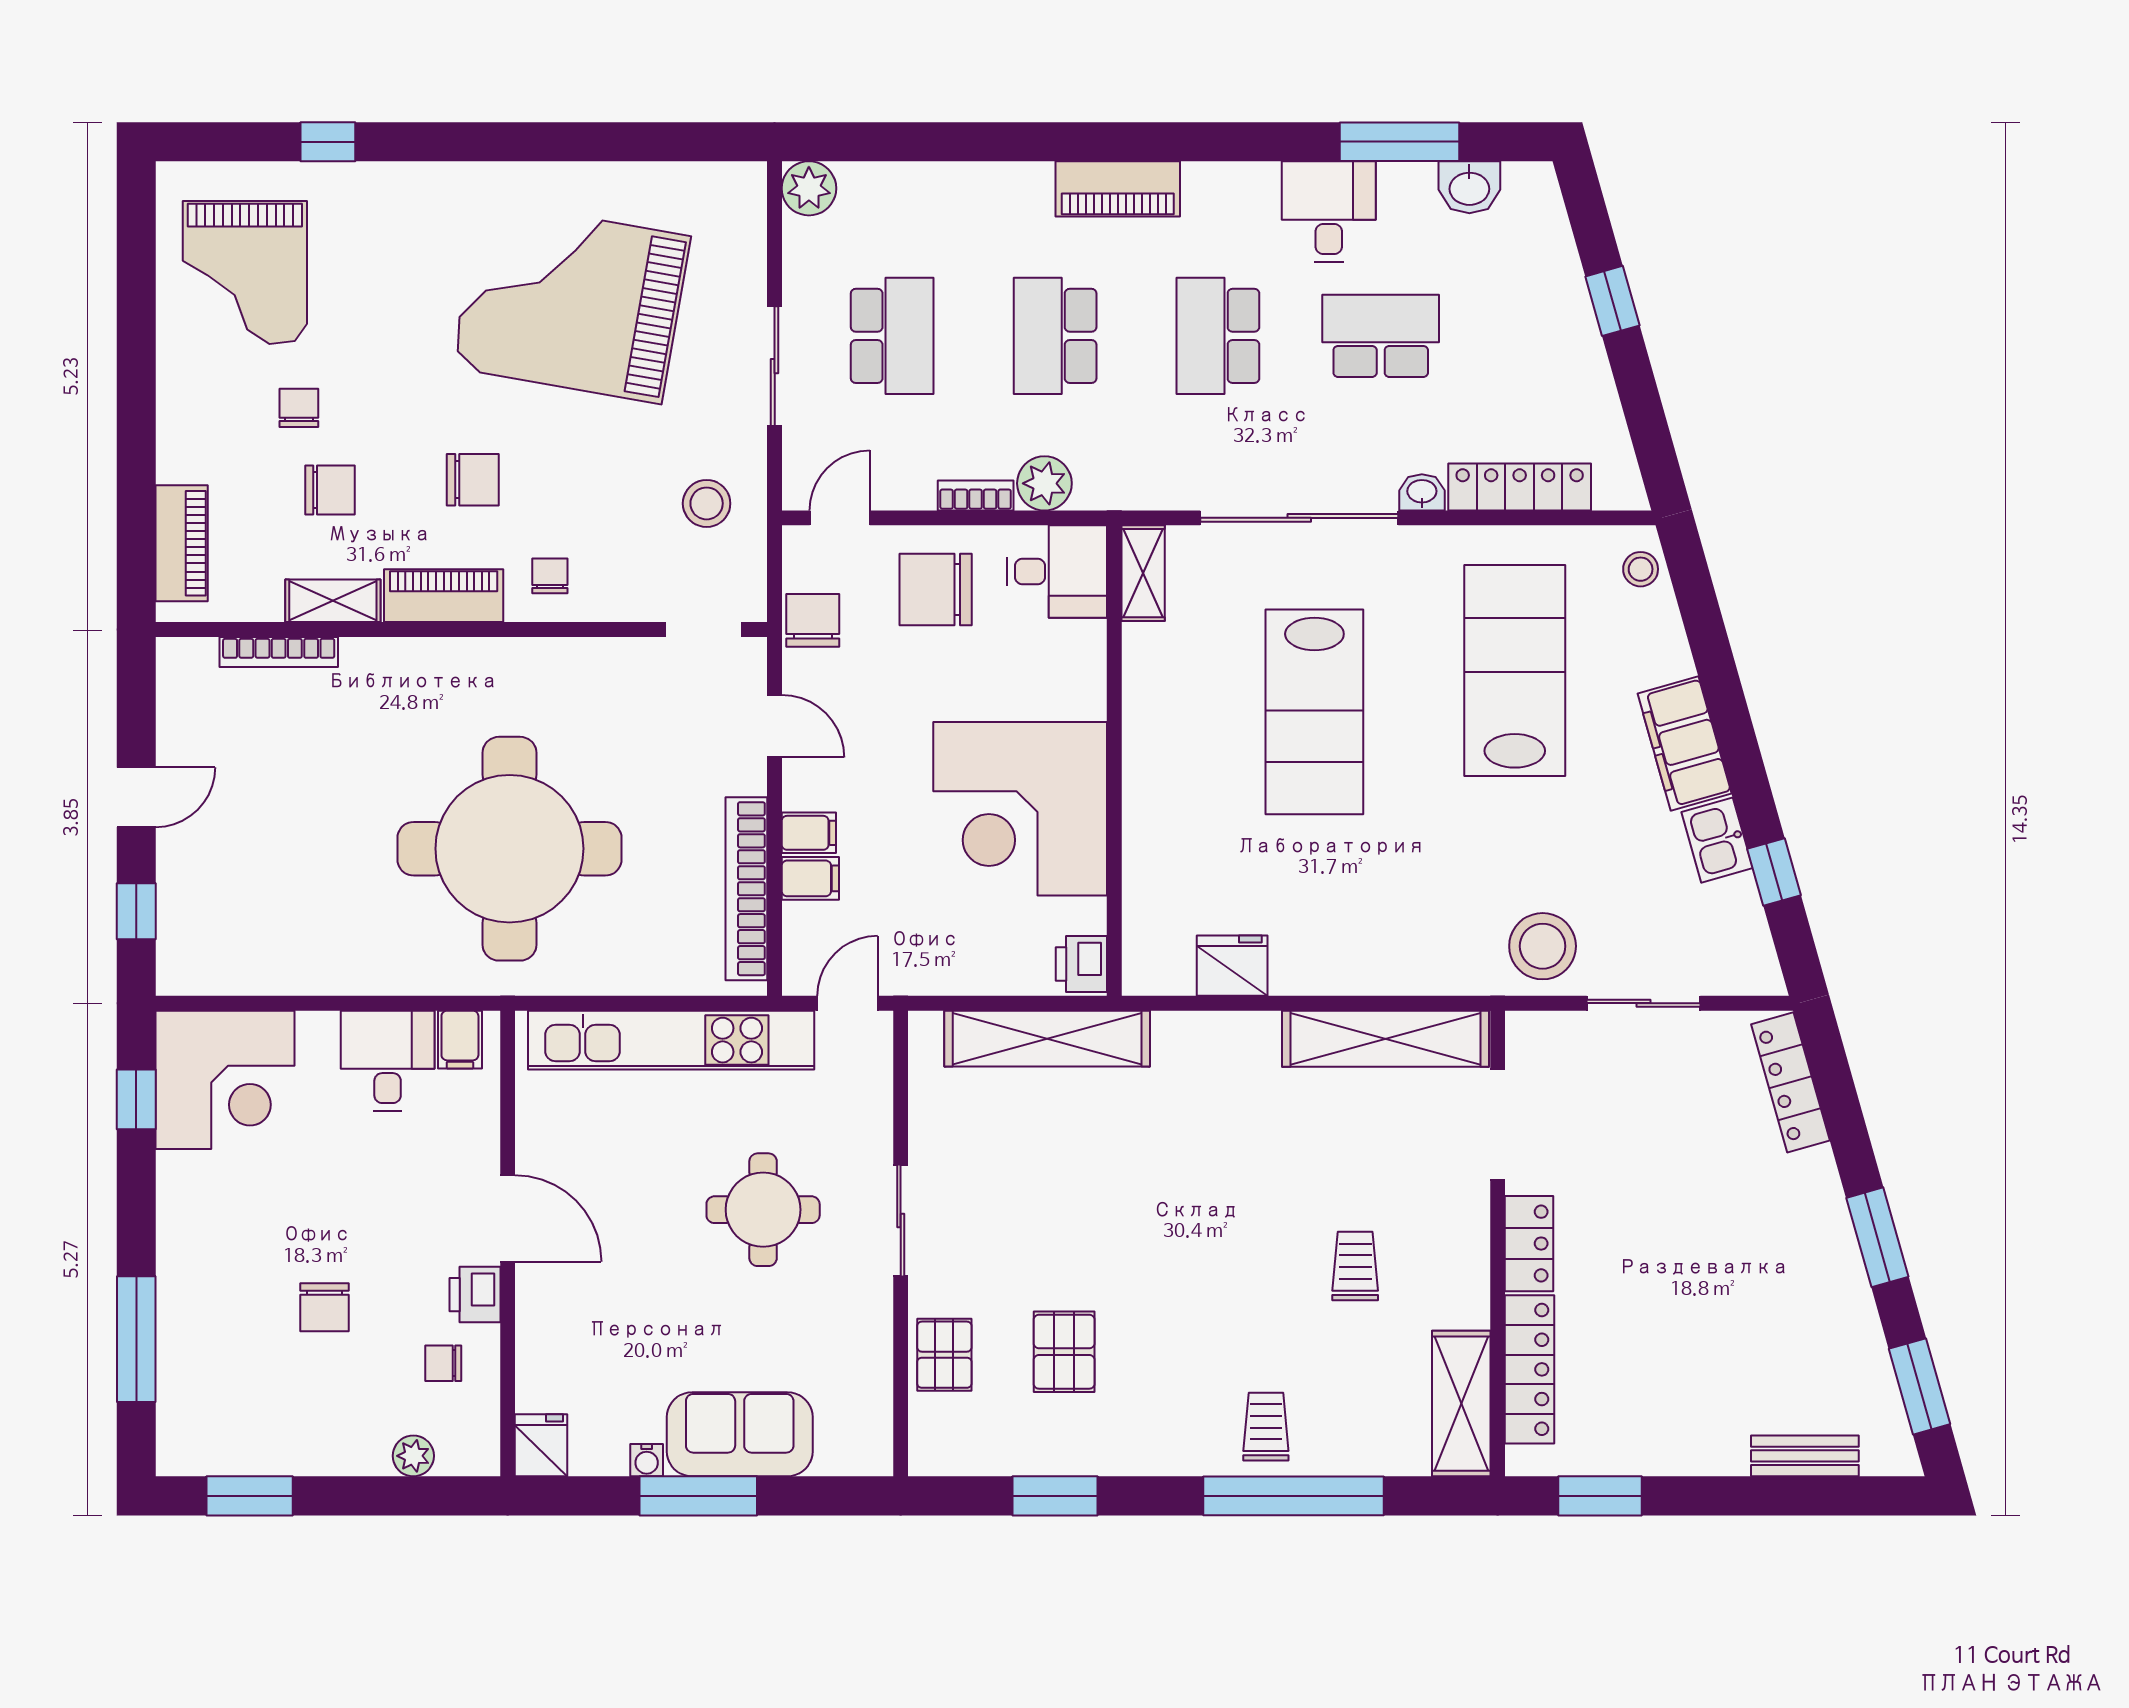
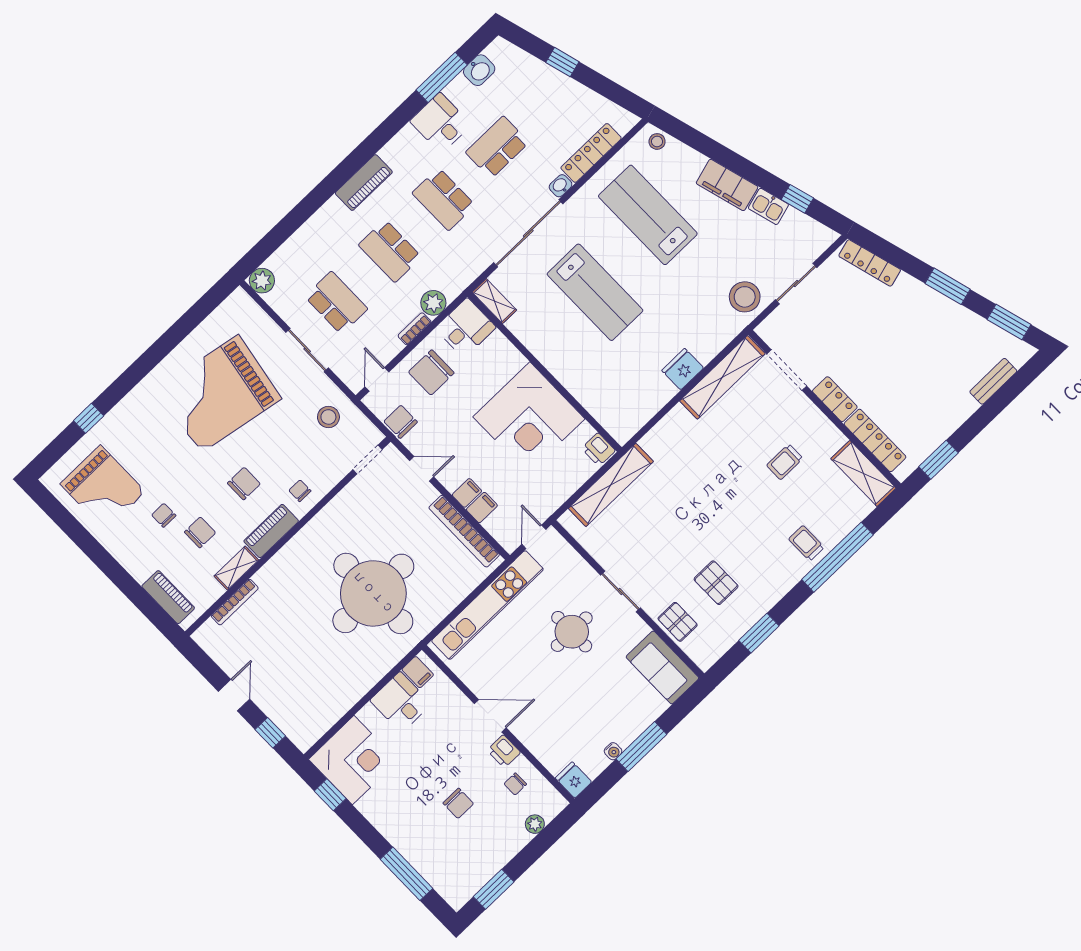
fridge: (1232, 966) -> (683, 369), moved
trolley: (1355, 1266) -> (785, 462), turned -90
sofa: (740, 1434) -> (662, 667), moved, turned -90

